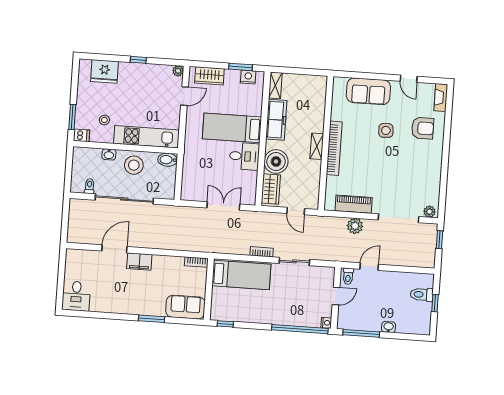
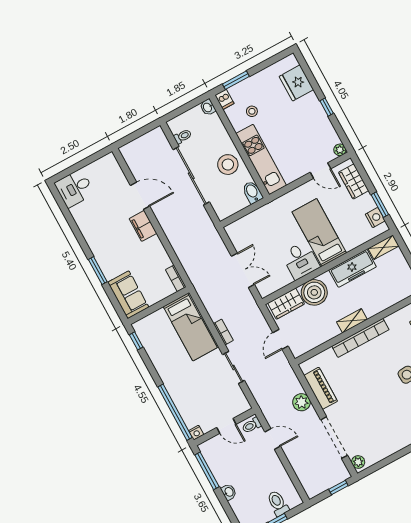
washbasin: (109, 154) -> (208, 107), moved

